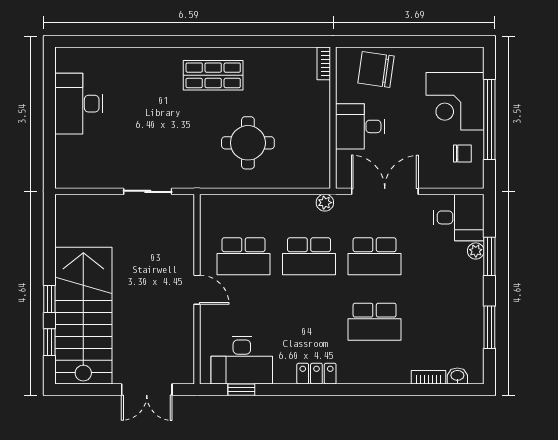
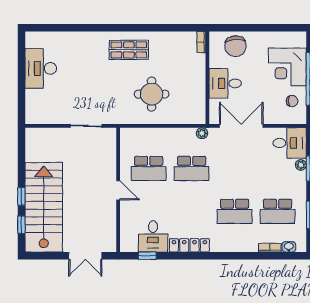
chair: (376, 70) -> (235, 46), turned -102
school desk: (375, 256) -> (278, 211), moved
desk: (242, 360) -> (153, 236), width x0.73
locker: (316, 374) -> (189, 245), width x1.53

